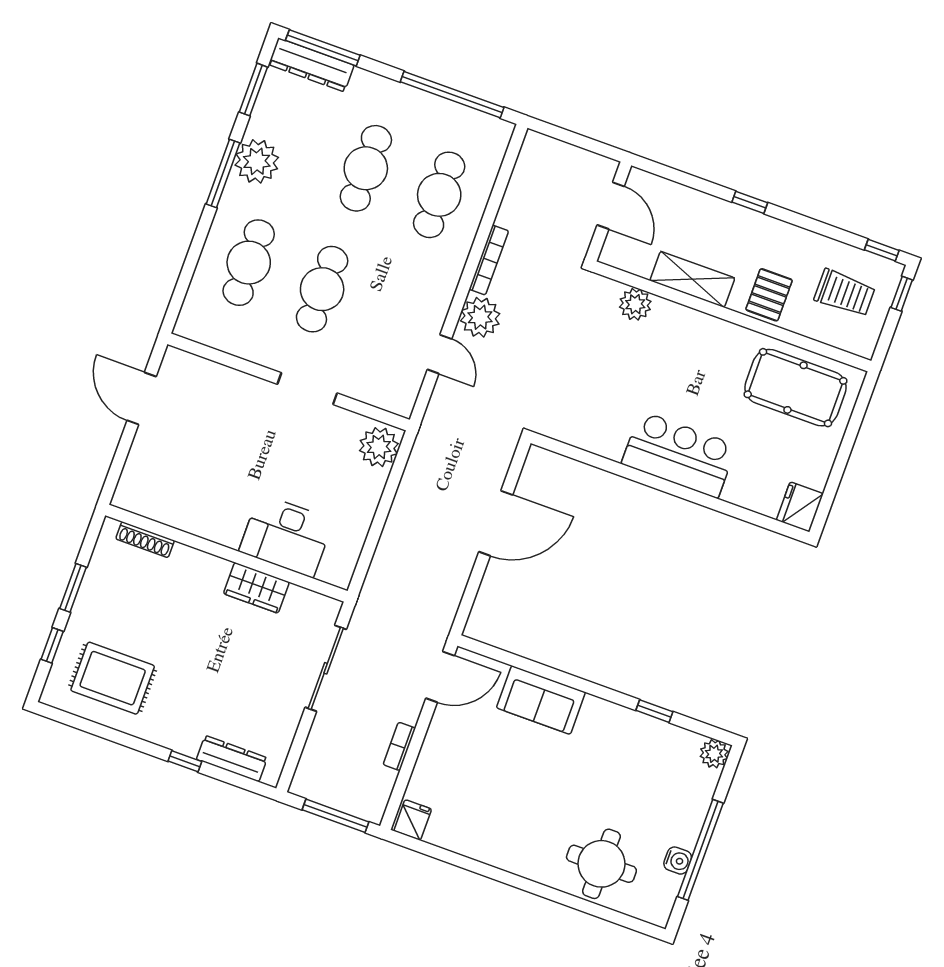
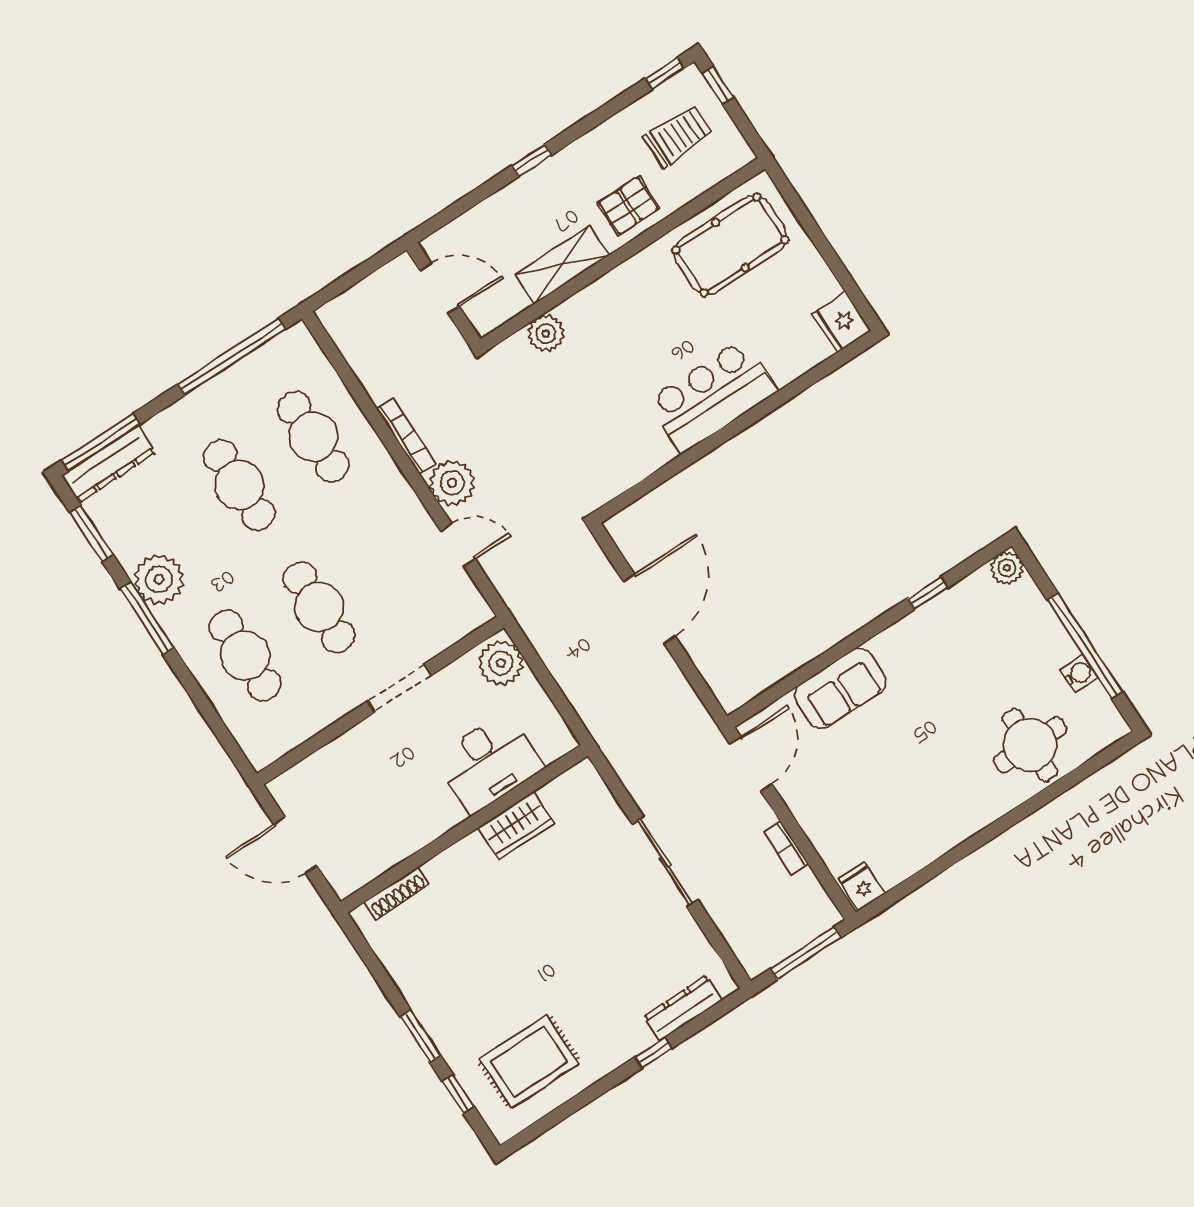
pallet: (769, 295) -> (628, 206), turned 90
desk: (286, 536) -> (489, 763), moved
shoe rack: (145, 540) -> (397, 893), moved
wall: (226, 553) -> (464, 829), moved
wardrobe: (256, 588) -> (516, 825), moved

